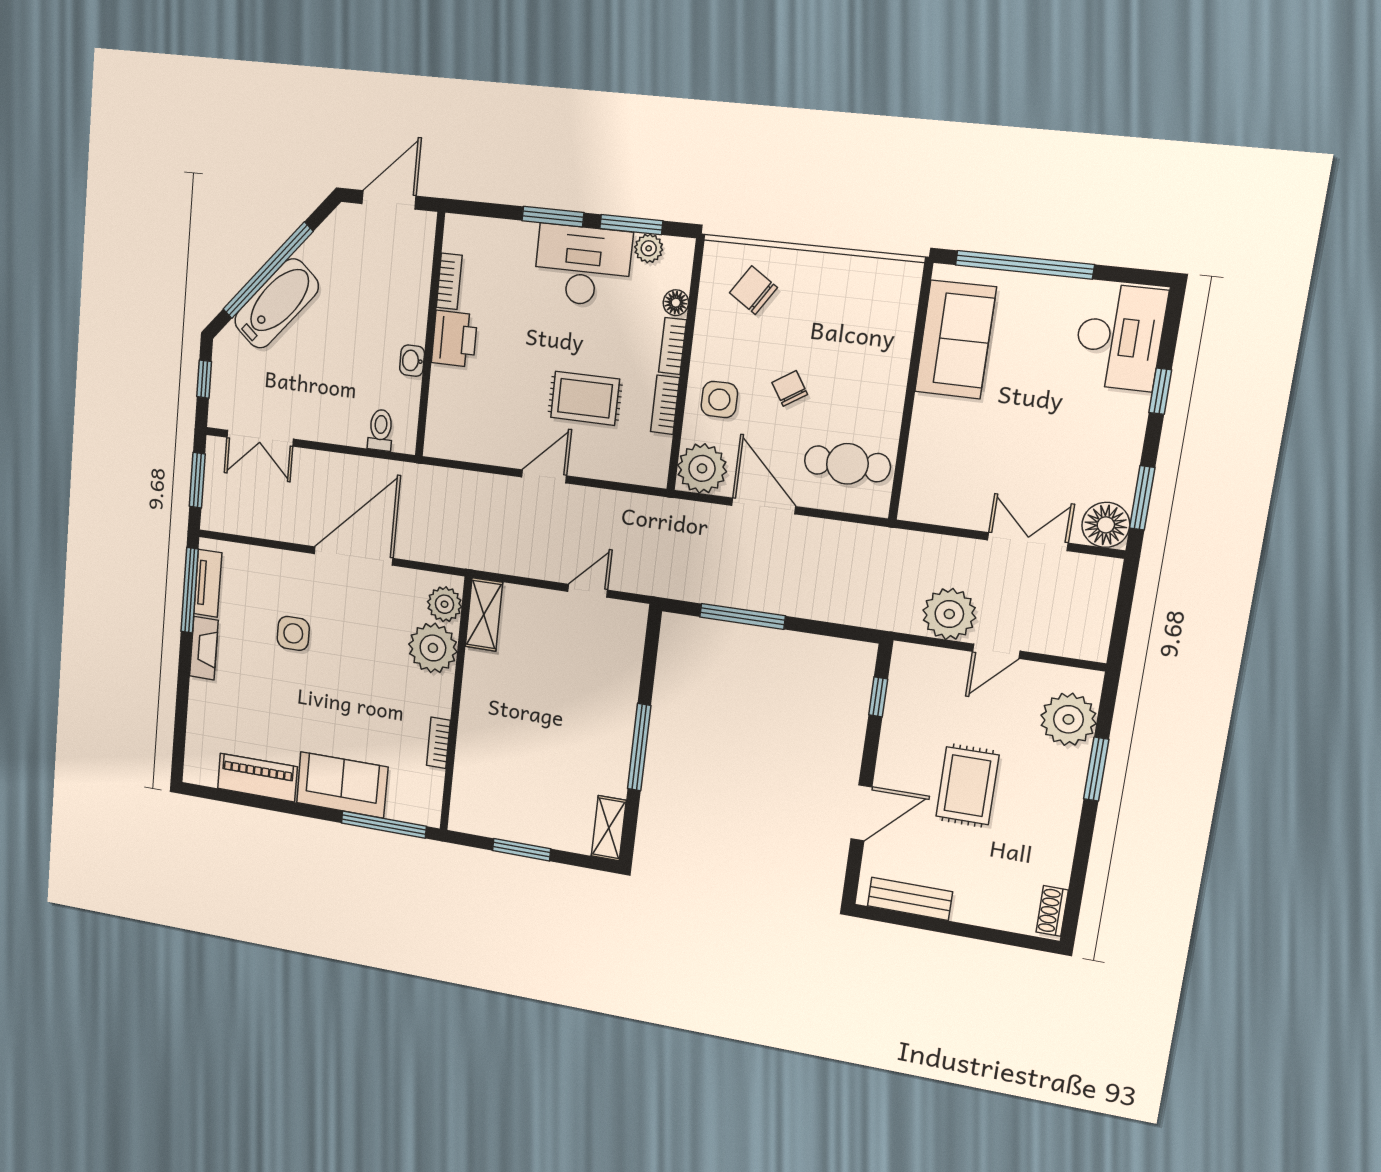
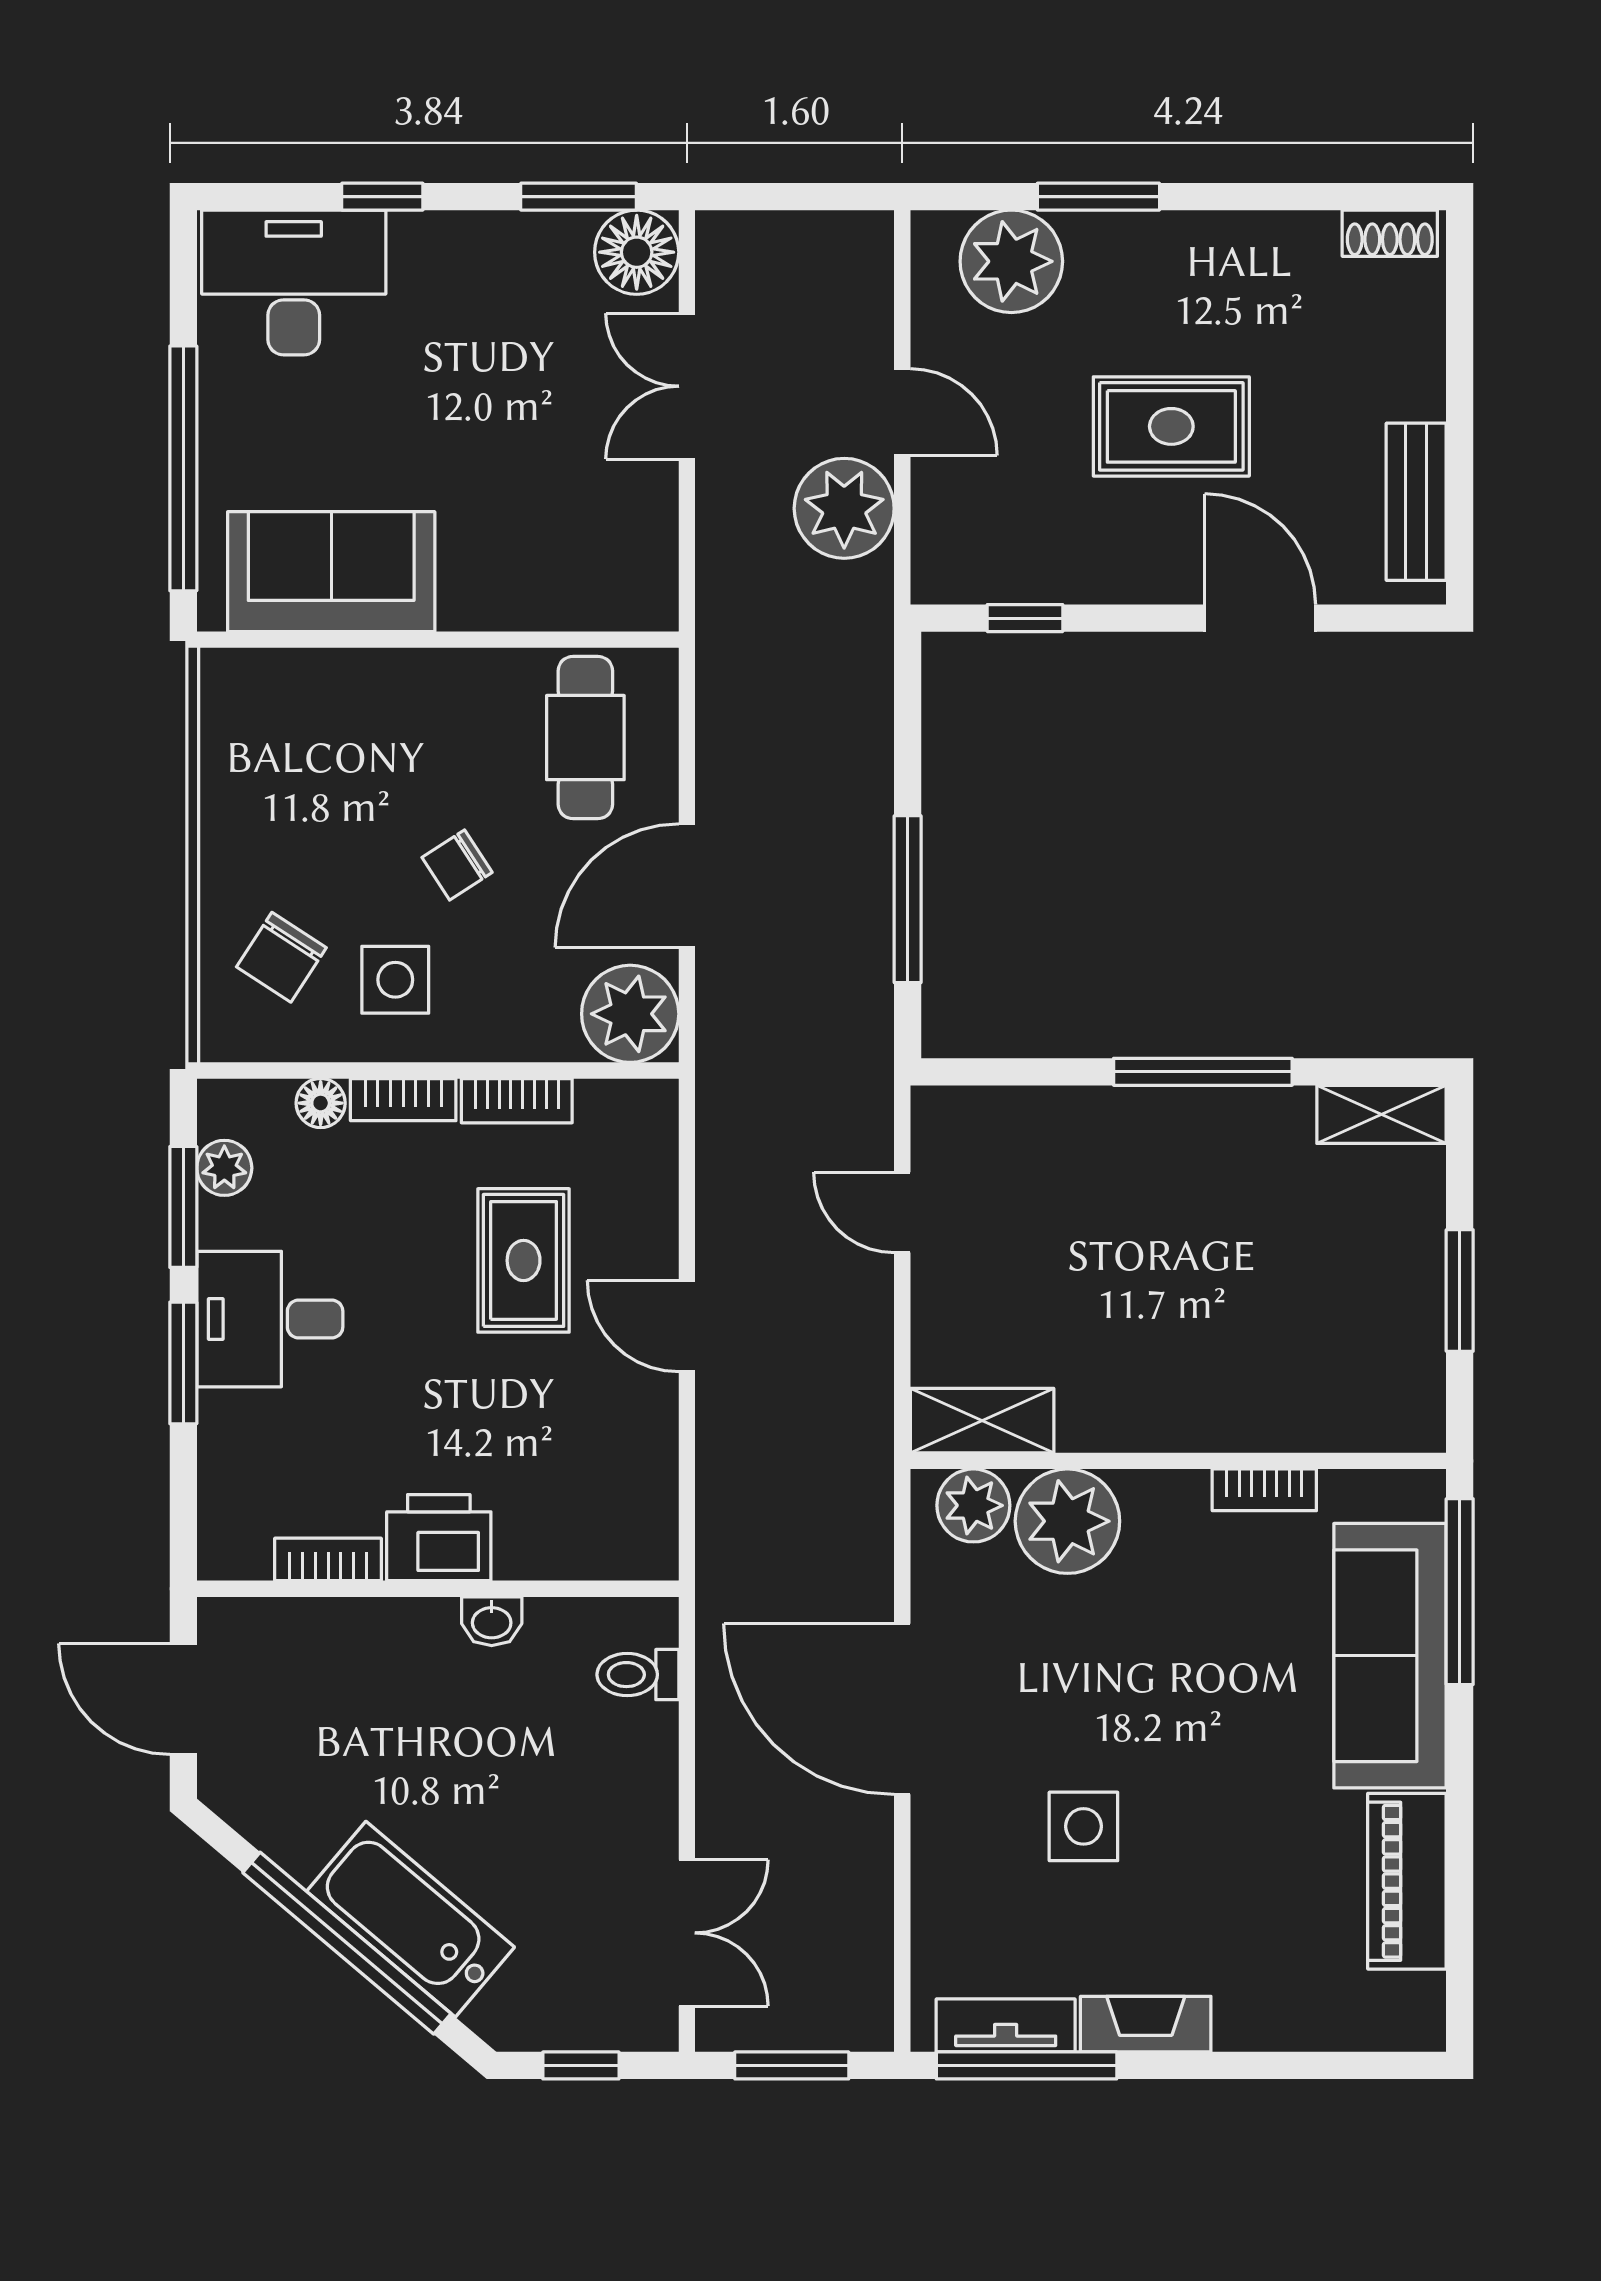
desk: (583, 266) -> (270, 1319), width x0.73
side table: (719, 400) -> (395, 980), moved
sofa: (342, 785) -> (1390, 1656), width x1.36

